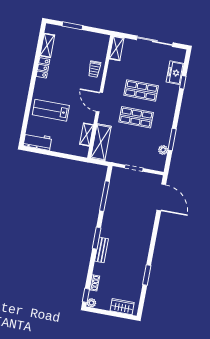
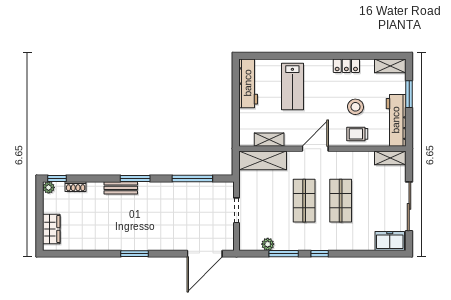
workbench: (90, 39) -> (396, 120), added
shelving: (47, 45) -> (390, 66), moved
stool: (74, 67) -> (356, 107), added
freezer: (175, 73) -> (390, 241), moved
window: (183, 82) -> (320, 254), moved
lab bench: (51, 110) -> (292, 87), turned 180
workbench: (38, 141) -> (248, 83), width x1.38
window: (147, 275) -> (134, 254), moved

